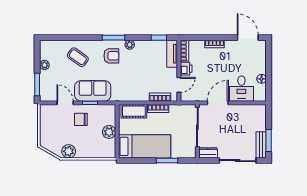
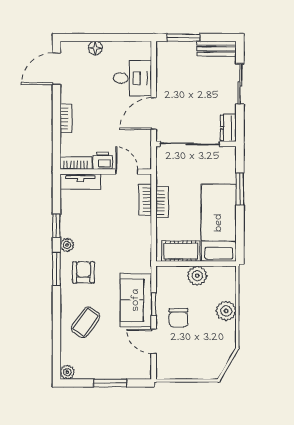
window: (159, 38) -> (56, 226), moved
plant: (44, 65) -> (67, 372), moved
floor lamp: (262, 79) -> (95, 48), moved
window: (37, 84) -> (110, 383), moved
door: (65, 103) -> (154, 341), hinge flipped
door: (218, 103) -> (154, 114), hinge flipped
cot: (134, 111) -> (181, 251), moved, turned 90
window: (269, 140) -> (184, 38), moved
plant: (69, 151) -> (226, 311), moved
sliding door: (238, 161) -> (240, 84), width x0.73

